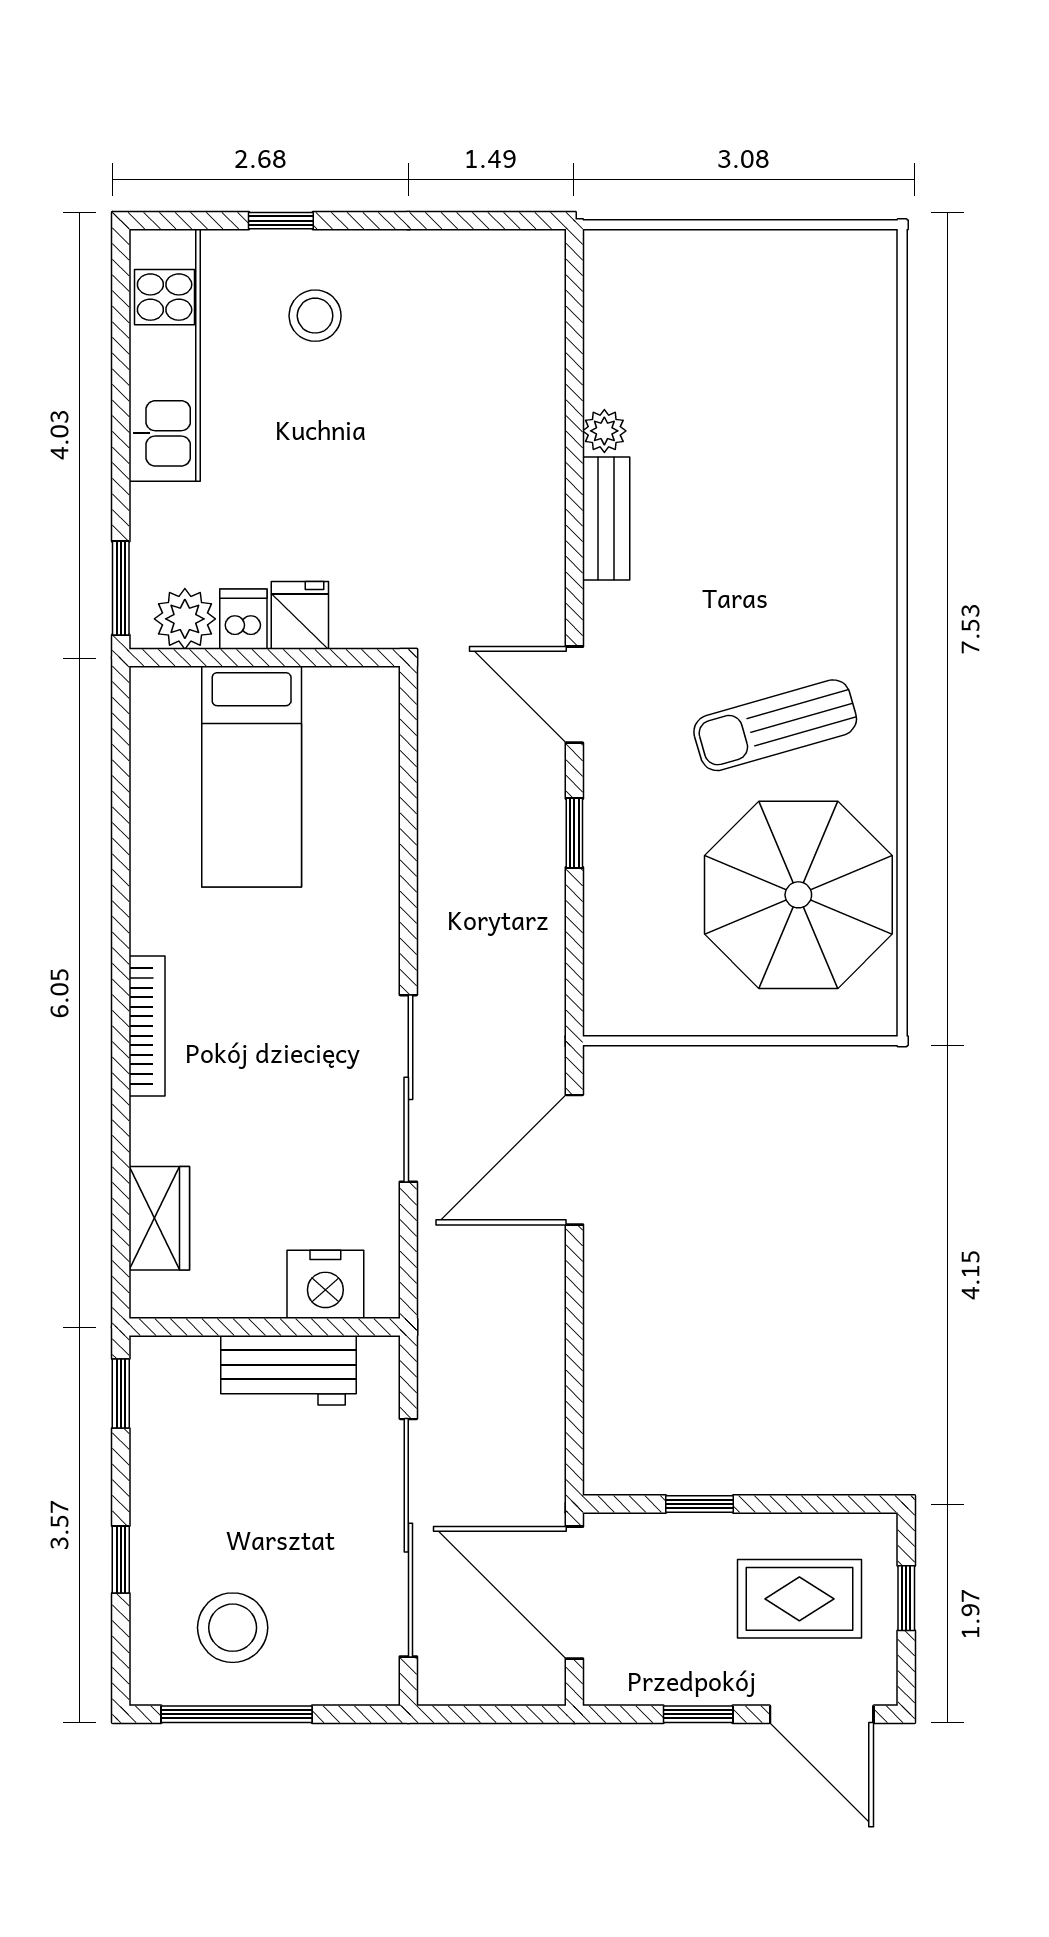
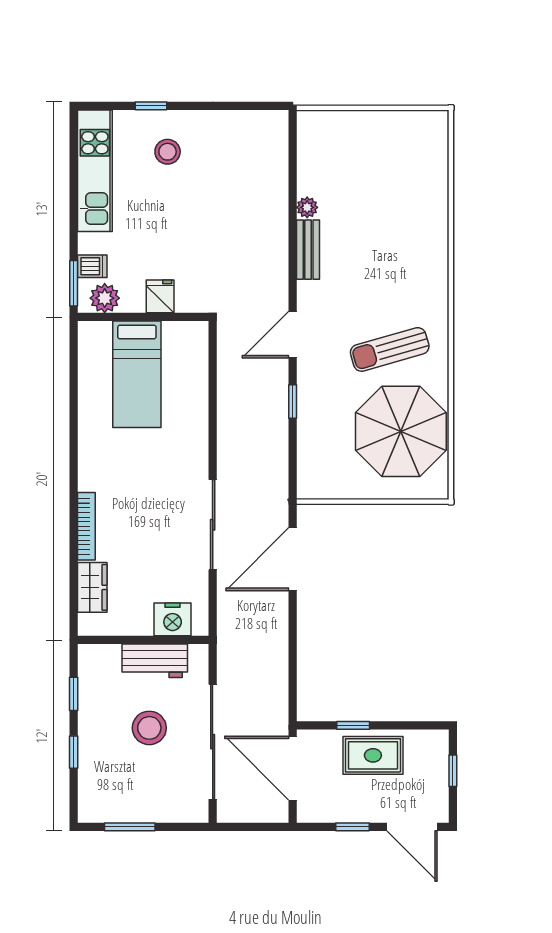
dishwasher: (243, 619) -> (92, 266), moved, turned 90
door: (574, 695) -> (293, 335), hinge flipped
bookcase: (147, 1026) -> (86, 526), moved
window: (121, 1394) -> (74, 694), moved
rug: (799, 1599) -> (373, 755), moved
stool: (233, 1628) -> (149, 728), moved
window: (237, 1714) -> (130, 827), width x0.69

